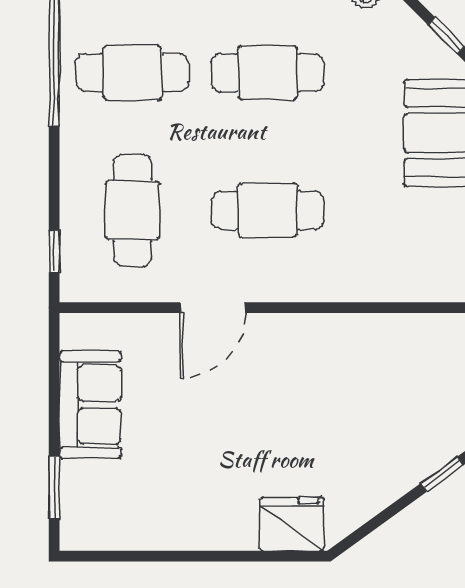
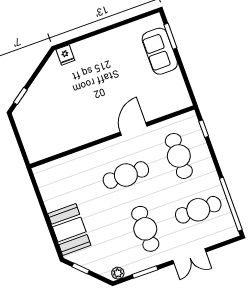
cafe table: (268, 73) -> (145, 229), turned 90
sofa: (90, 405) -> (160, 51), moved
fridge: (292, 524) -> (65, 55), width x0.53, depth x0.75

